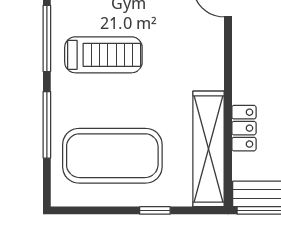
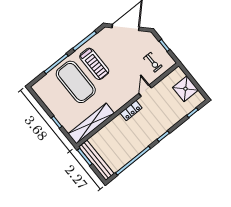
locker: (244, 128) -> (131, 111), moved
exercise mat: (112, 156) -> (76, 82), moved

